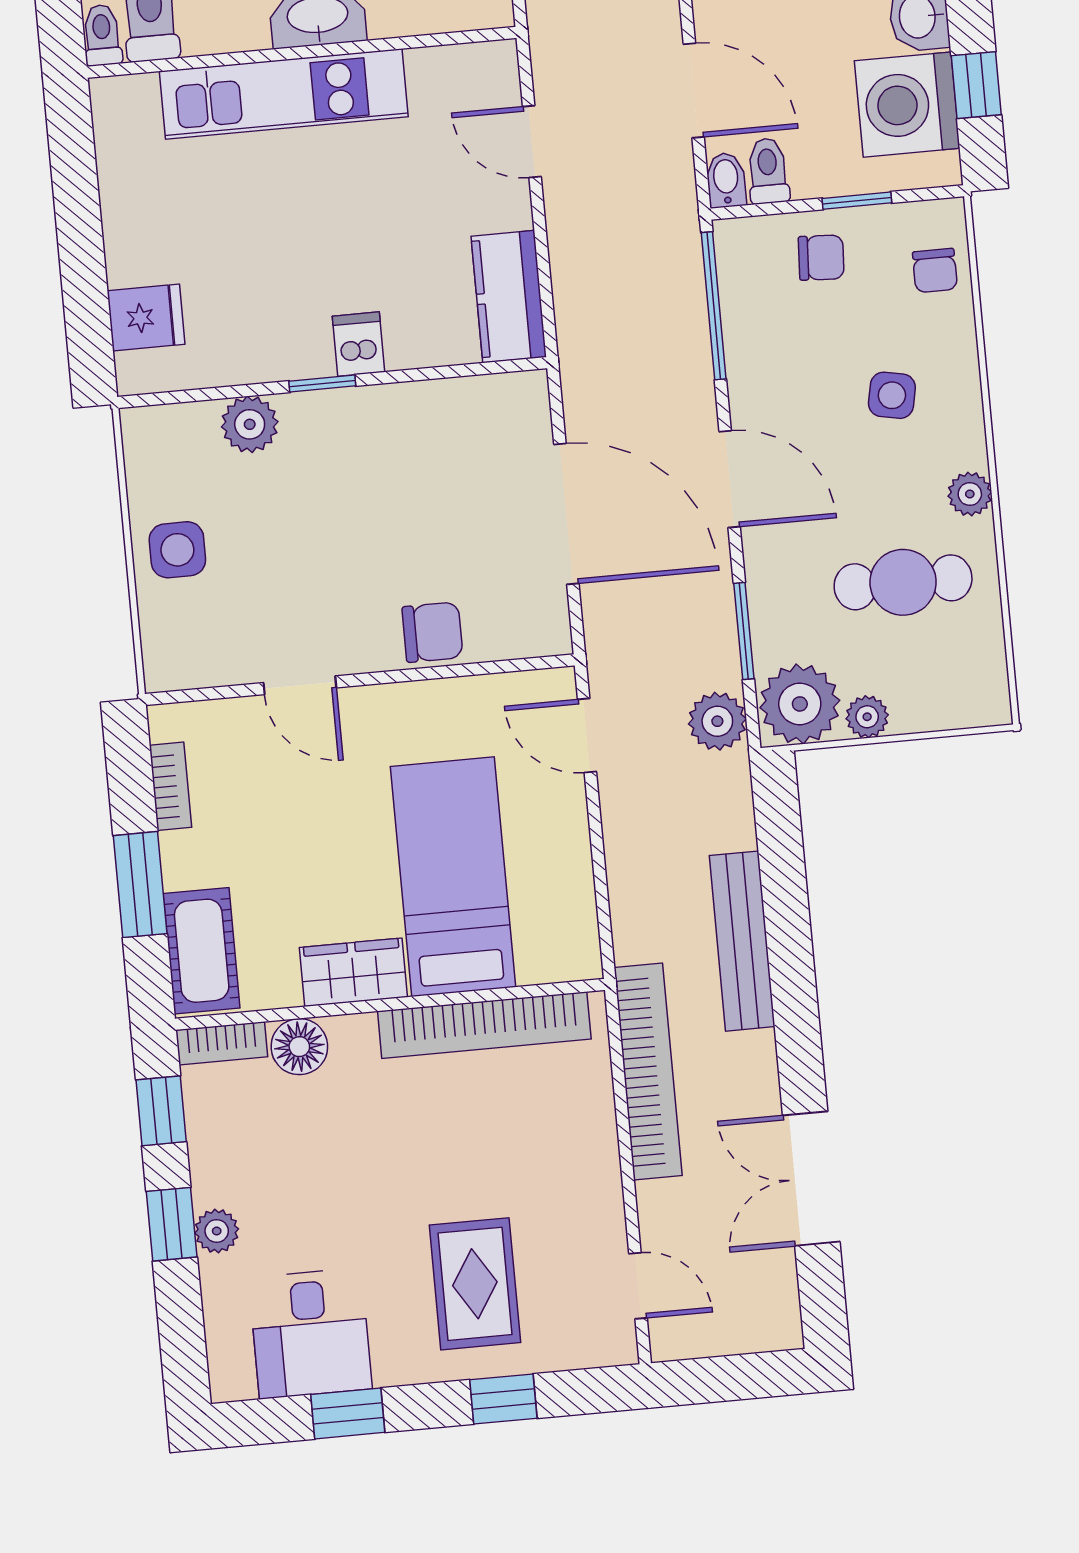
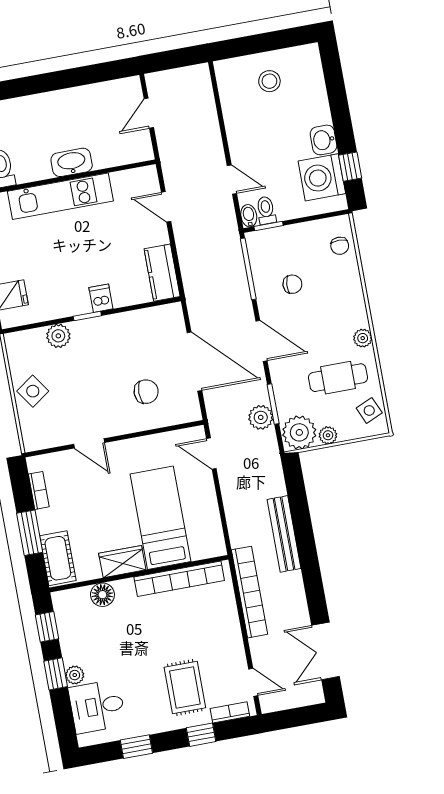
door: (694, 91) -> (232, 179), width x0.73
window: (857, 201) -> (269, 226), moved
chair: (821, 258) -> (292, 284), moved
side table: (892, 395) -> (369, 410), moved, turned -35
side table: (177, 550) -> (33, 391), turned -35
chair: (432, 632) -> (146, 392), moved
plant: (717, 721) -> (261, 417), moved
bookcase: (222, 1043) -> (230, 712), moved, turned 180
double door: (811, 1179) -> (326, 651), moved
desk: (310, 1333) -> (97, 706), moved, turned 90

